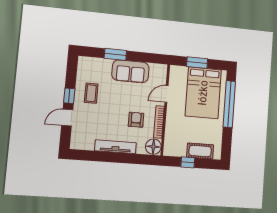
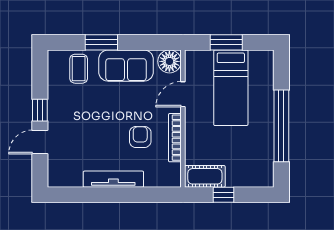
coffee table: (91, 93) -> (79, 69), moved
bed: (203, 93) -> (231, 88), width x0.67
window: (229, 104) -> (281, 126), moved
floor lamp: (153, 147) -> (169, 61), moved
cot: (200, 151) -> (205, 176), moved

